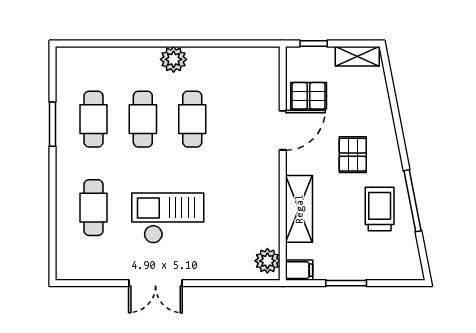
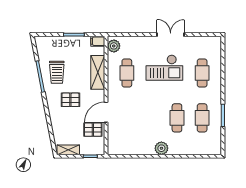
cafe table: (192, 119) -> (127, 73), moved
pallet: (353, 155) -> (70, 100), turned 90

